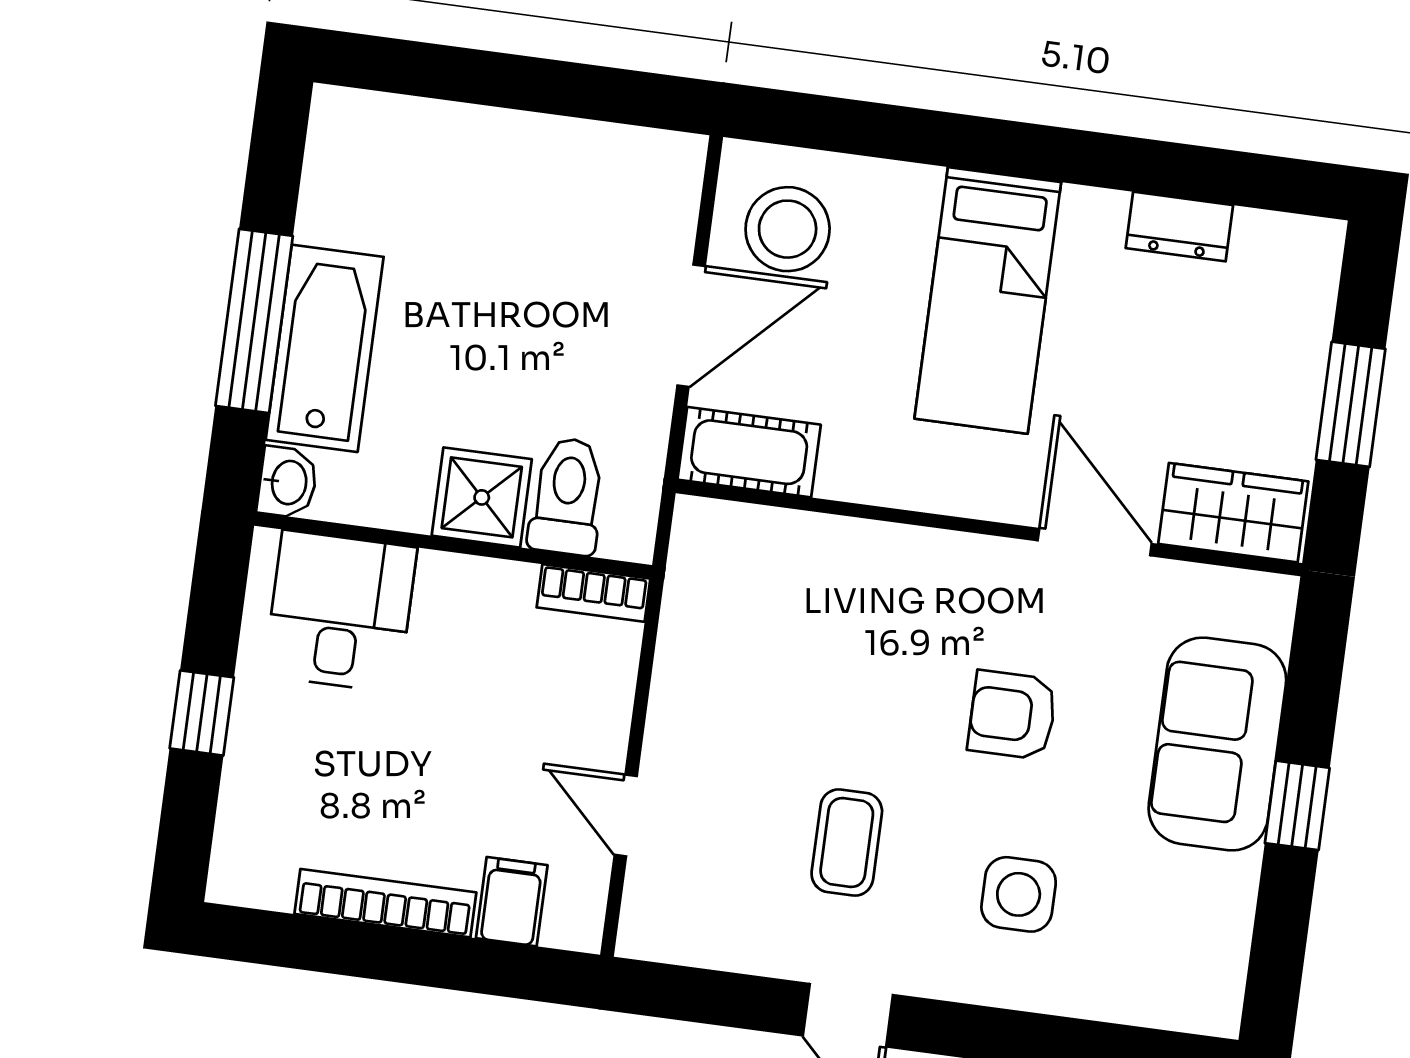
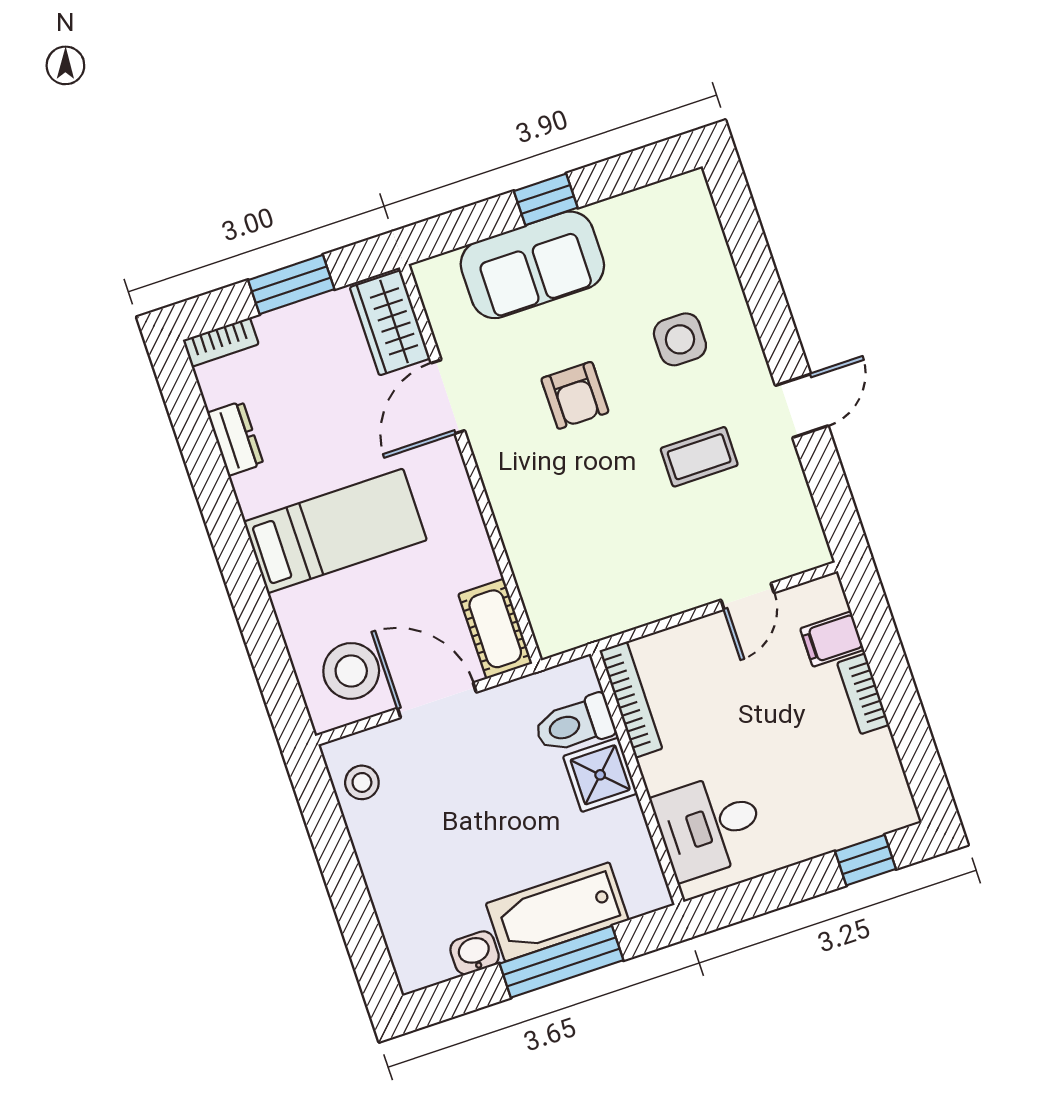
stool: (630, 170) -> (362, 782), added
bookcase: (1320, 271) -> (221, 342), added
washbasin: (288, 482) -> (475, 953), moved
bookcase: (594, 593) -> (631, 700), width x1.56
window: (202, 713) -> (866, 860), moved
bookcase: (385, 903) -> (863, 694), width x0.64

